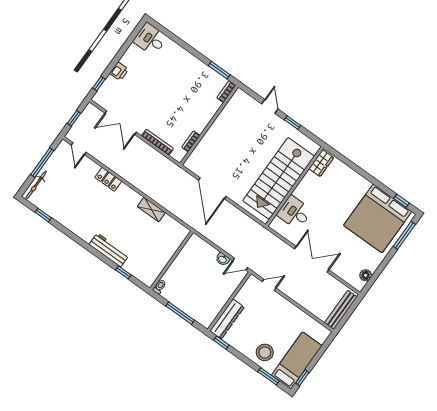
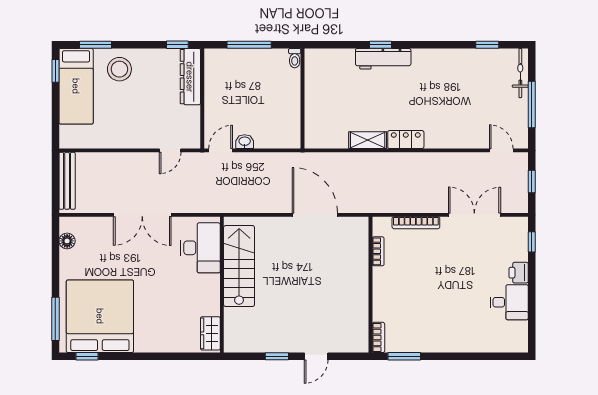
desk: (150, 39) -> (509, 302), moved
door: (270, 106) -> (316, 356), hinge flipped
stairs: (279, 178) -> (239, 266), width x0.73, depth x0.66
locker: (108, 179) -> (406, 140), moved
desk: (295, 213) -> (200, 248), width x1.37
window: (123, 272) -> (381, 45), moved

